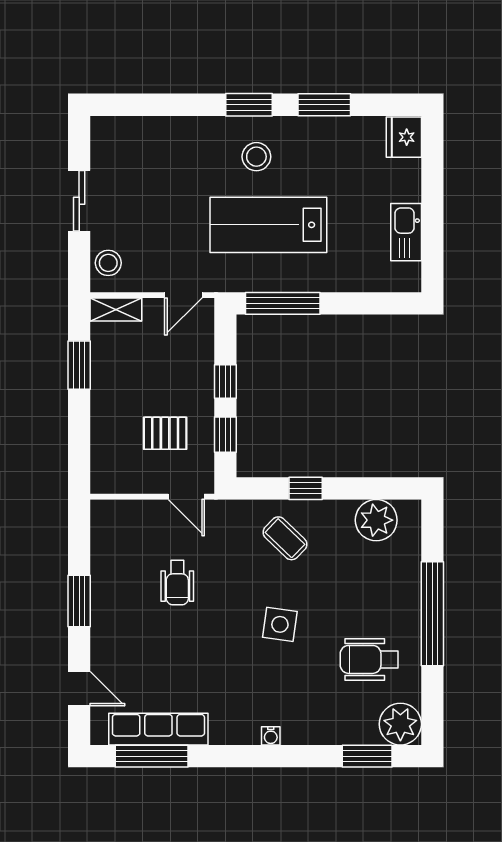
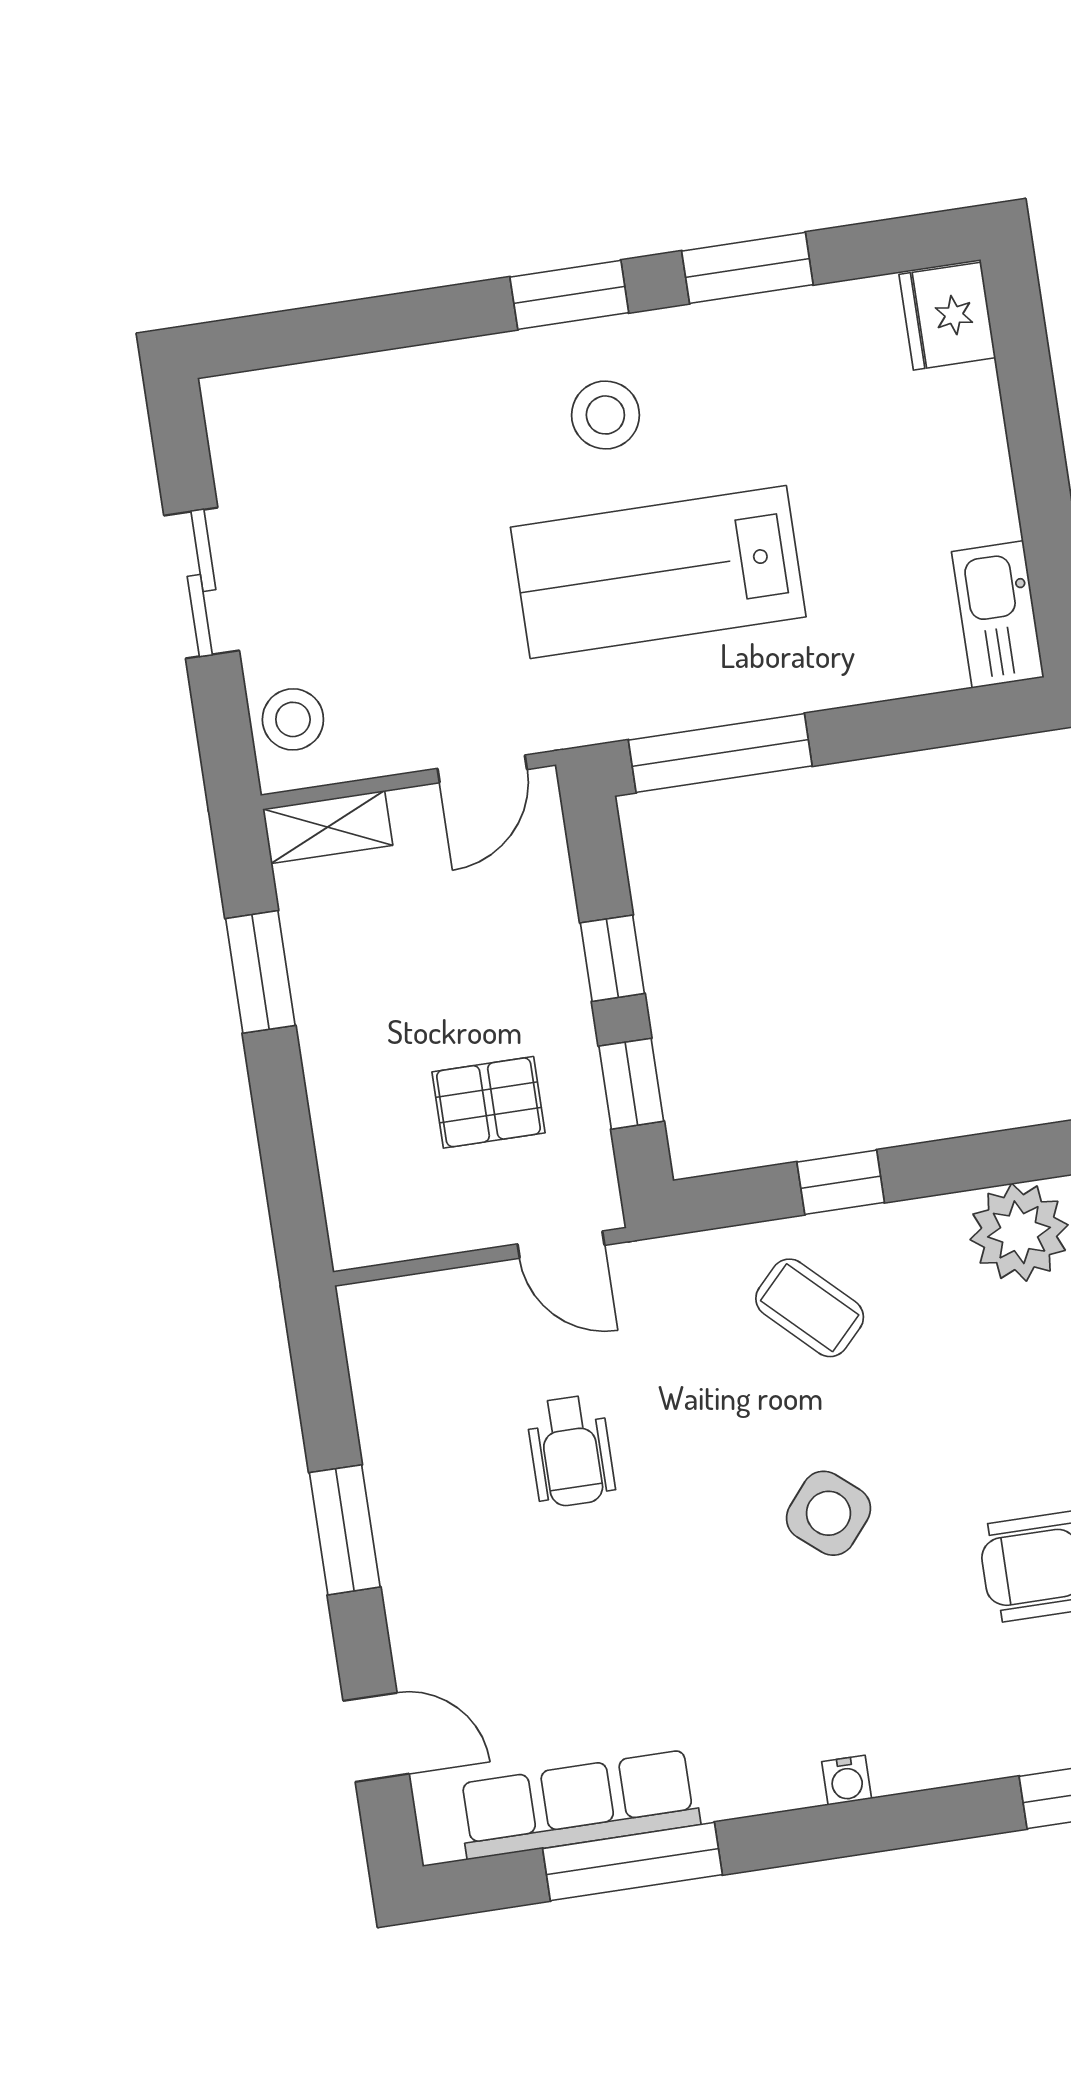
kitchen sink: (406, 232) -> (998, 614), moved
side table: (280, 624) -> (828, 1513), turned 32
window: (152, 756) -> (632, 1862), moved

